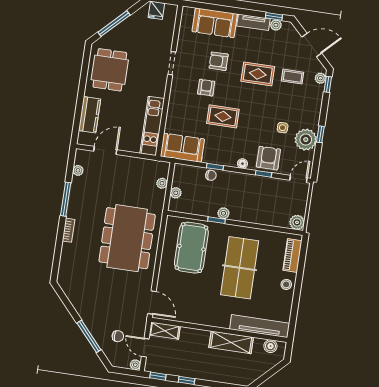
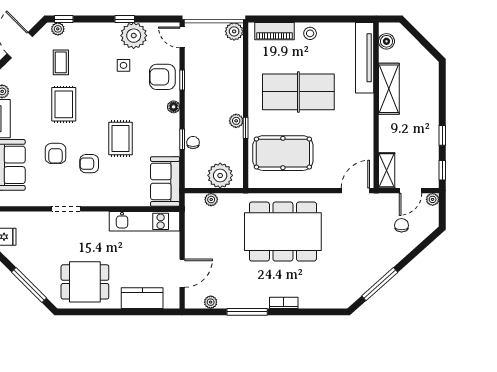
door: (105, 150) -> (182, 273), swing flipped
plant: (176, 193) -> (220, 175), width x1.88, depth x1.88
window: (89, 336) -> (380, 284), moved

